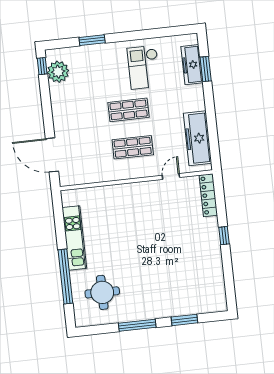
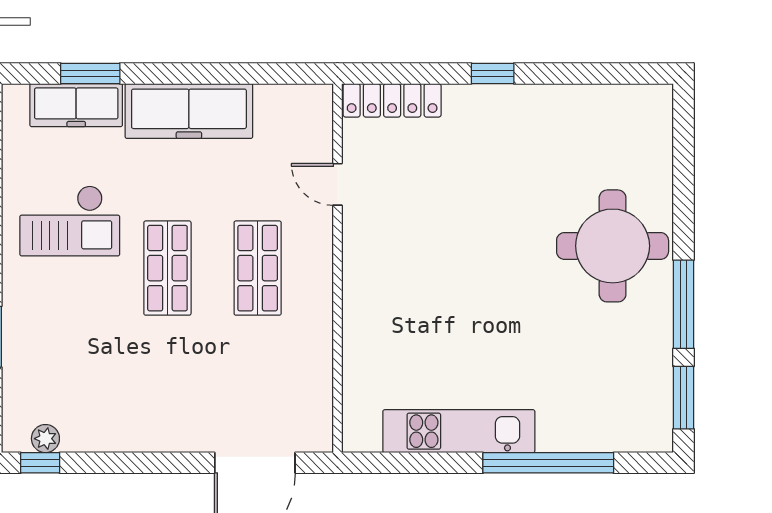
plant: (58, 72) -> (45, 439), width x0.53, depth x0.53
freezer: (198, 138) -> (189, 111), moved
round table: (102, 292) -> (613, 246), moved, width x1.36, depth x1.36
window: (184, 320) -> (684, 398), moved

